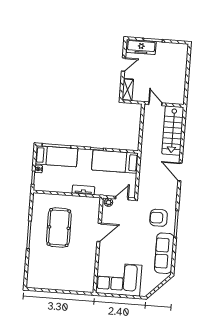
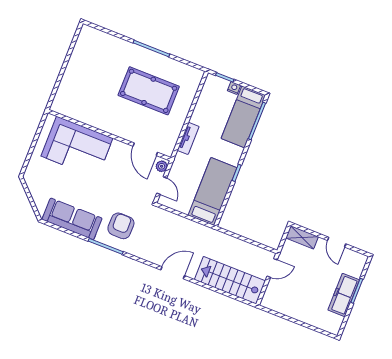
freezer: (141, 47) -> (344, 295), moved
door: (99, 232) -> (145, 149), moved
corner sofa: (119, 279) -> (77, 147), moved, turned 90

